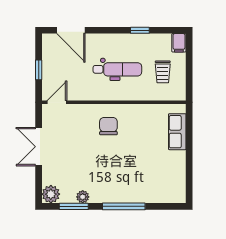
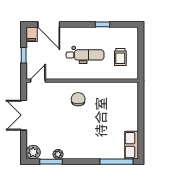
filing cabinet: (179, 43) -> (32, 34), moved
row of seats: (177, 132) -> (132, 145), moved
window: (124, 206) -> (117, 162), moved

